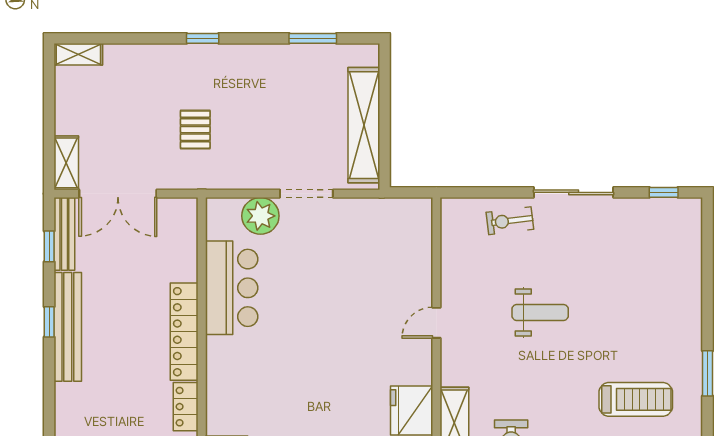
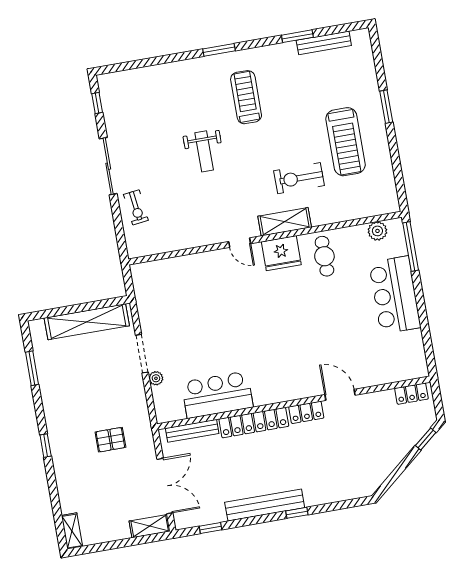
plant: (260, 216) -> (156, 378), width x0.53, depth x0.53
bench: (64, 234) -> (192, 431), moved
weight bench: (540, 312) -> (204, 151), moved, turned 180
window: (49, 322) -> (297, 513), moved
door: (436, 323) -> (240, 243), moved

